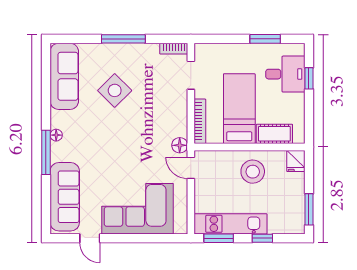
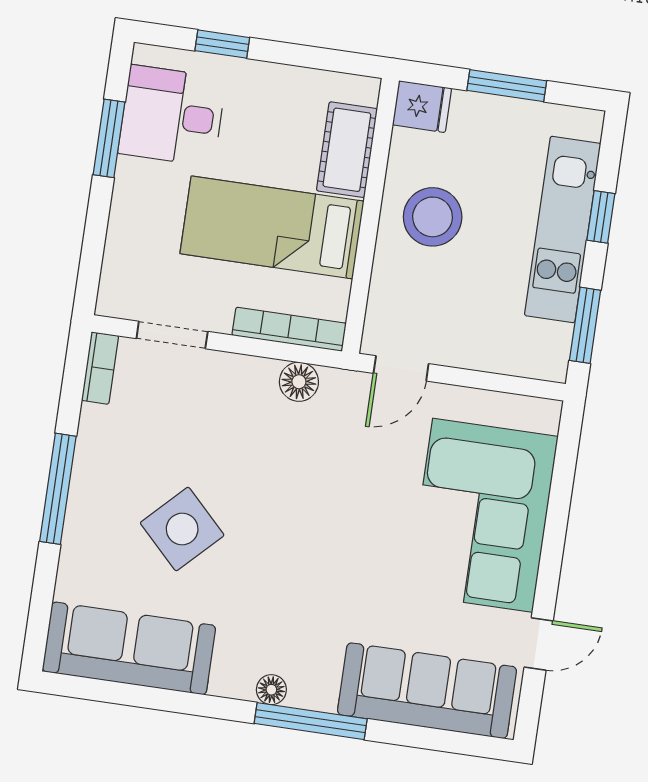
desk: (285, 74) -> (172, 116), moved, turned -90
floor lamp: (180, 145) -> (299, 382), moved
window: (309, 209) -> (507, 86), moved
kitchen unit: (231, 224) -> (563, 229), moved

